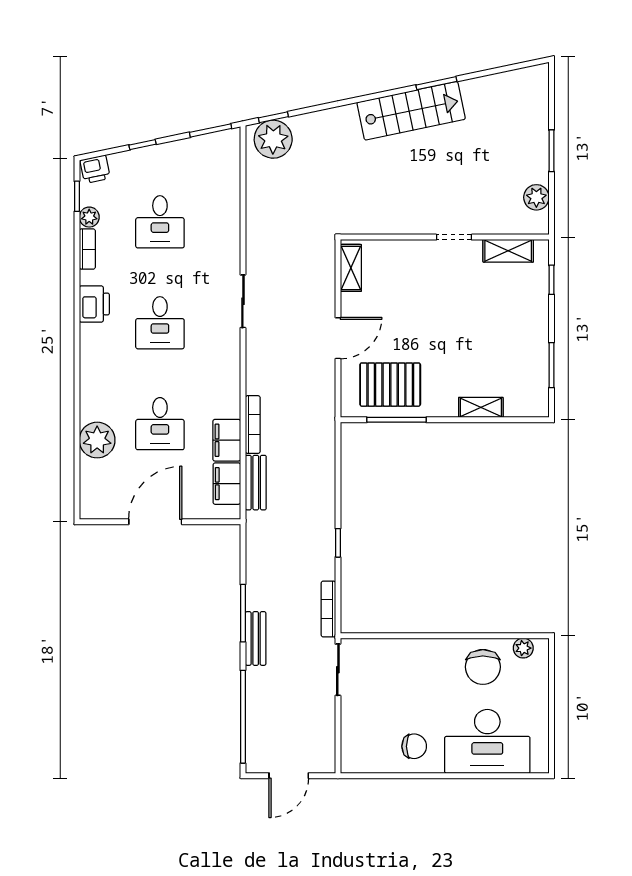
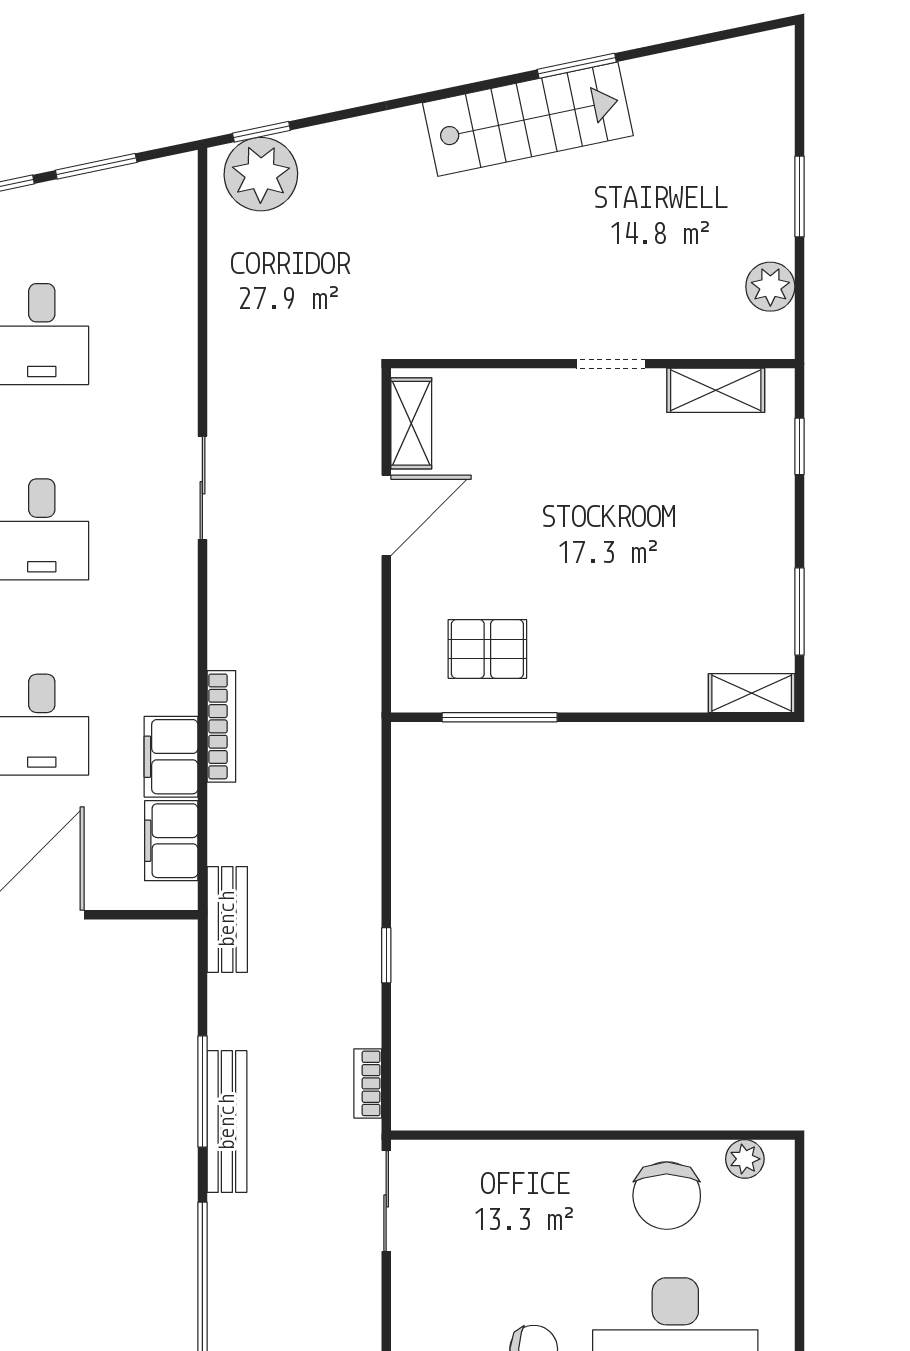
window: (211, 130) -> (96, 166), moved
door: (338, 338) -> (386, 515), moved
pallet: (390, 385) -> (487, 649), width x0.67, depth x0.71
shelving: (481, 407) -> (752, 693), moved
bench: (256, 483) -> (227, 919), moved
bookcase: (328, 609) -> (368, 1083), width x0.64
bench: (256, 638) -> (227, 1122), width x1.36

